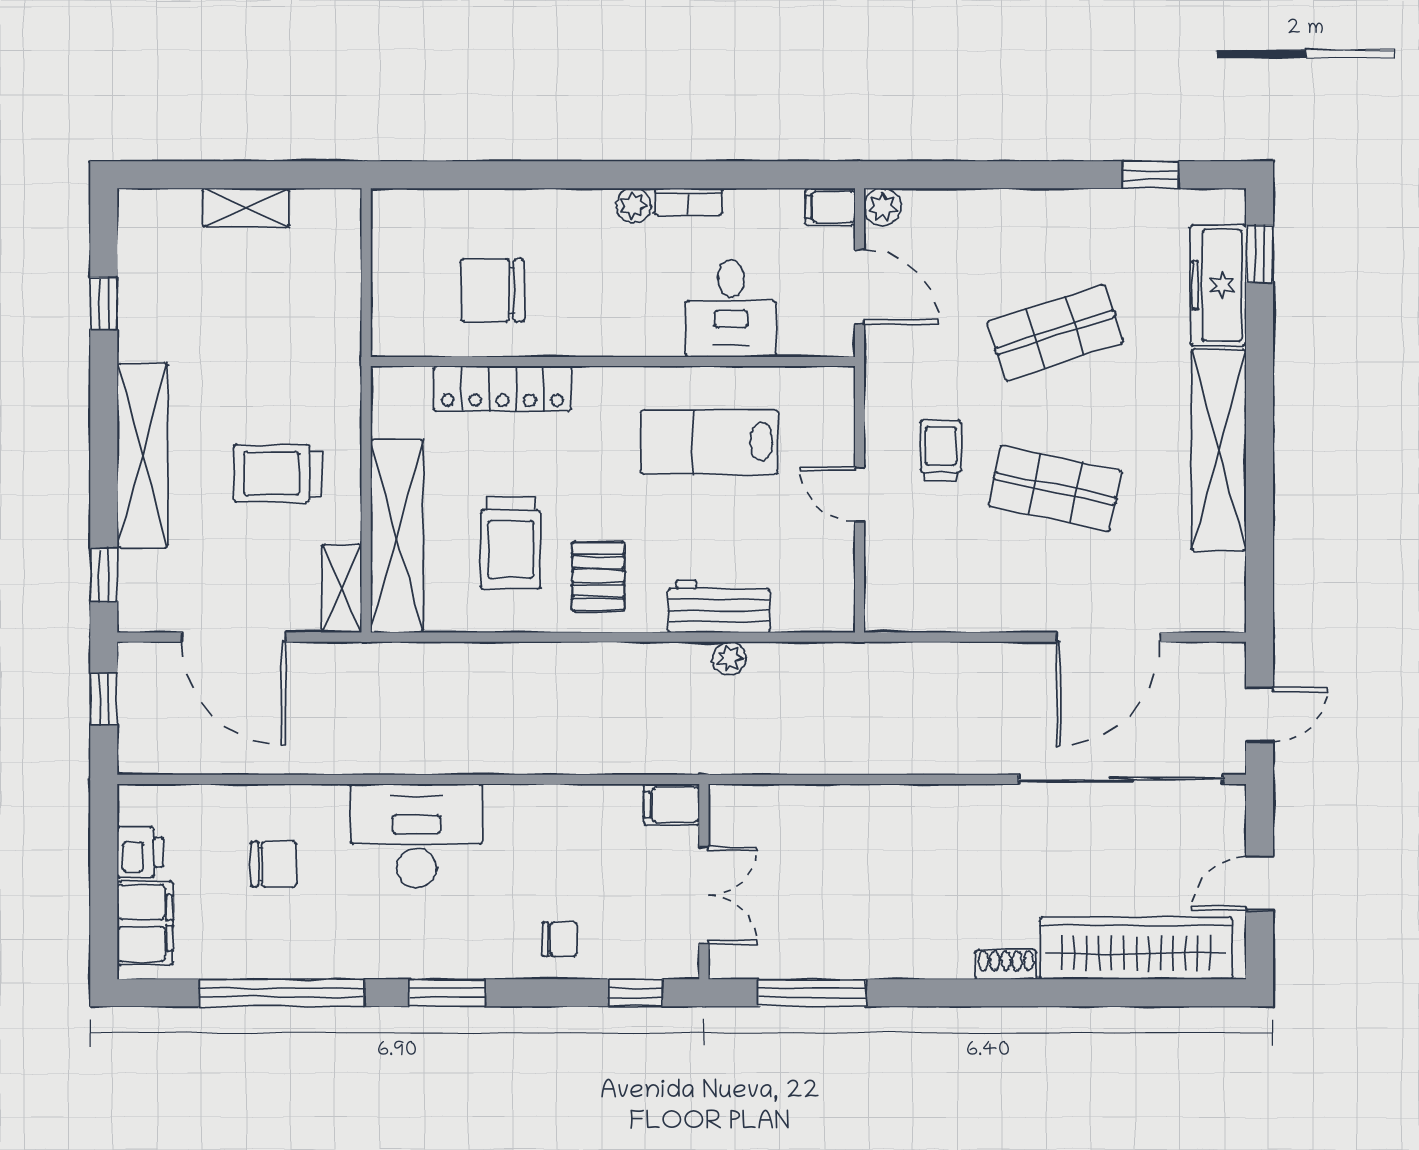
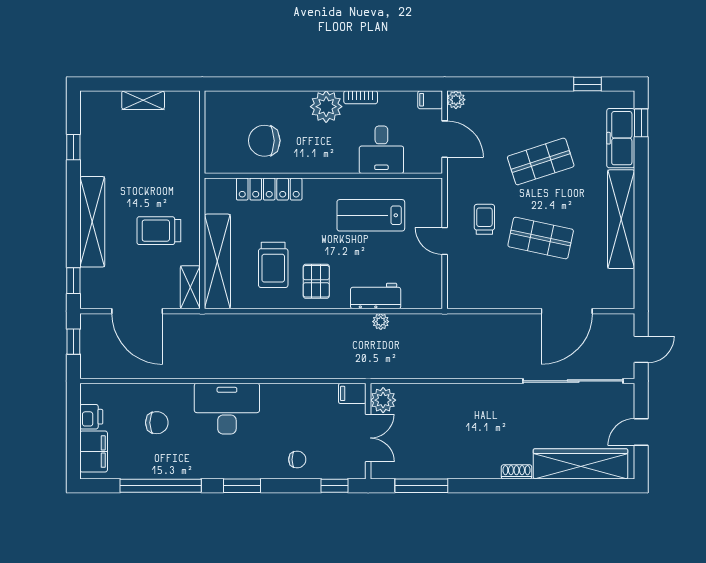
plant: (634, 206) -> (326, 107), width x1.88, depth x1.88
plant: (734, 818) -> (383, 400), added

